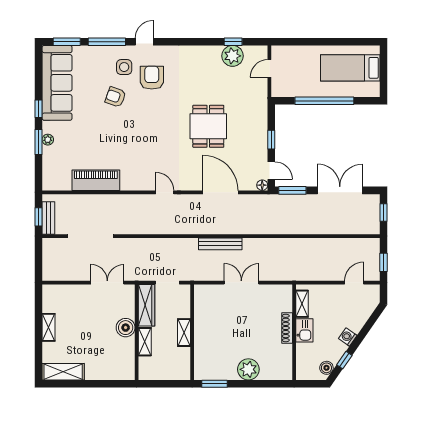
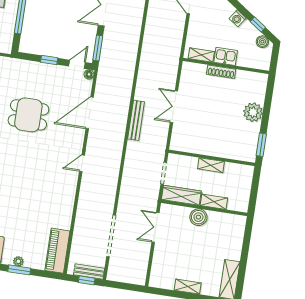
piano: (96, 180) -> (57, 251), moved

